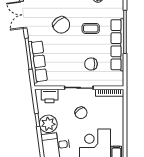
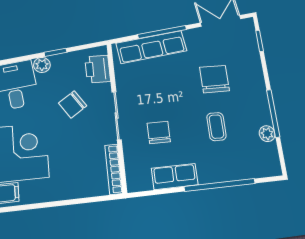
chair: (61, 25) -> (215, 79), turned 127
row of seats: (117, 45) -> (175, 177), width x0.50
chair: (81, 113) -> (73, 104), moved
plant: (48, 124) -> (42, 65), width x0.53, depth x0.53

